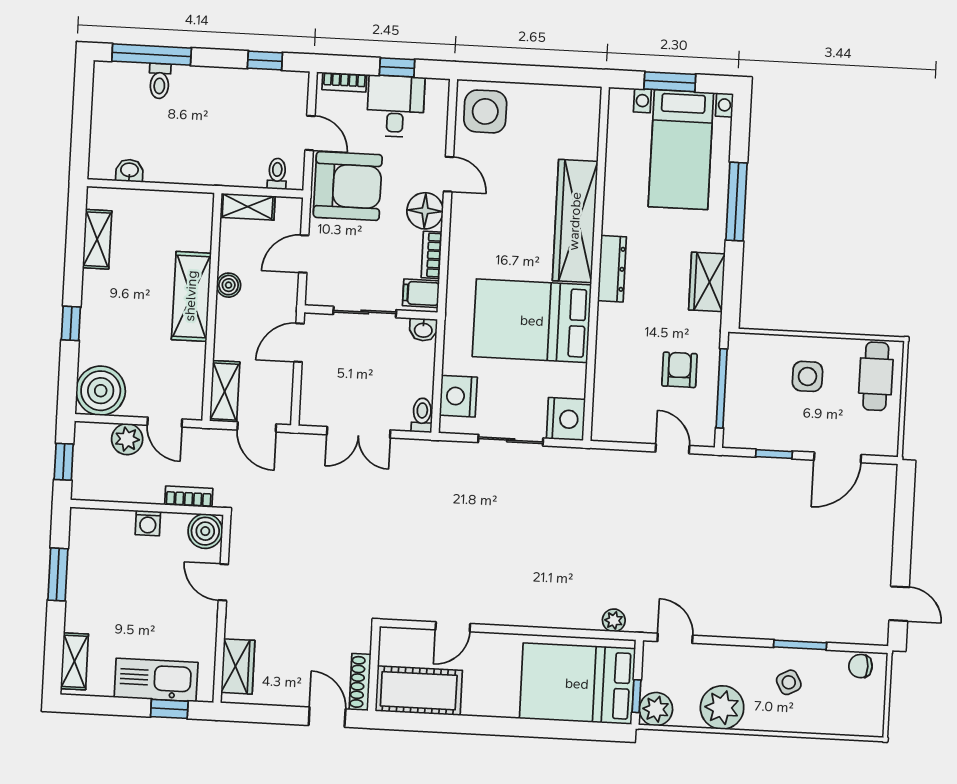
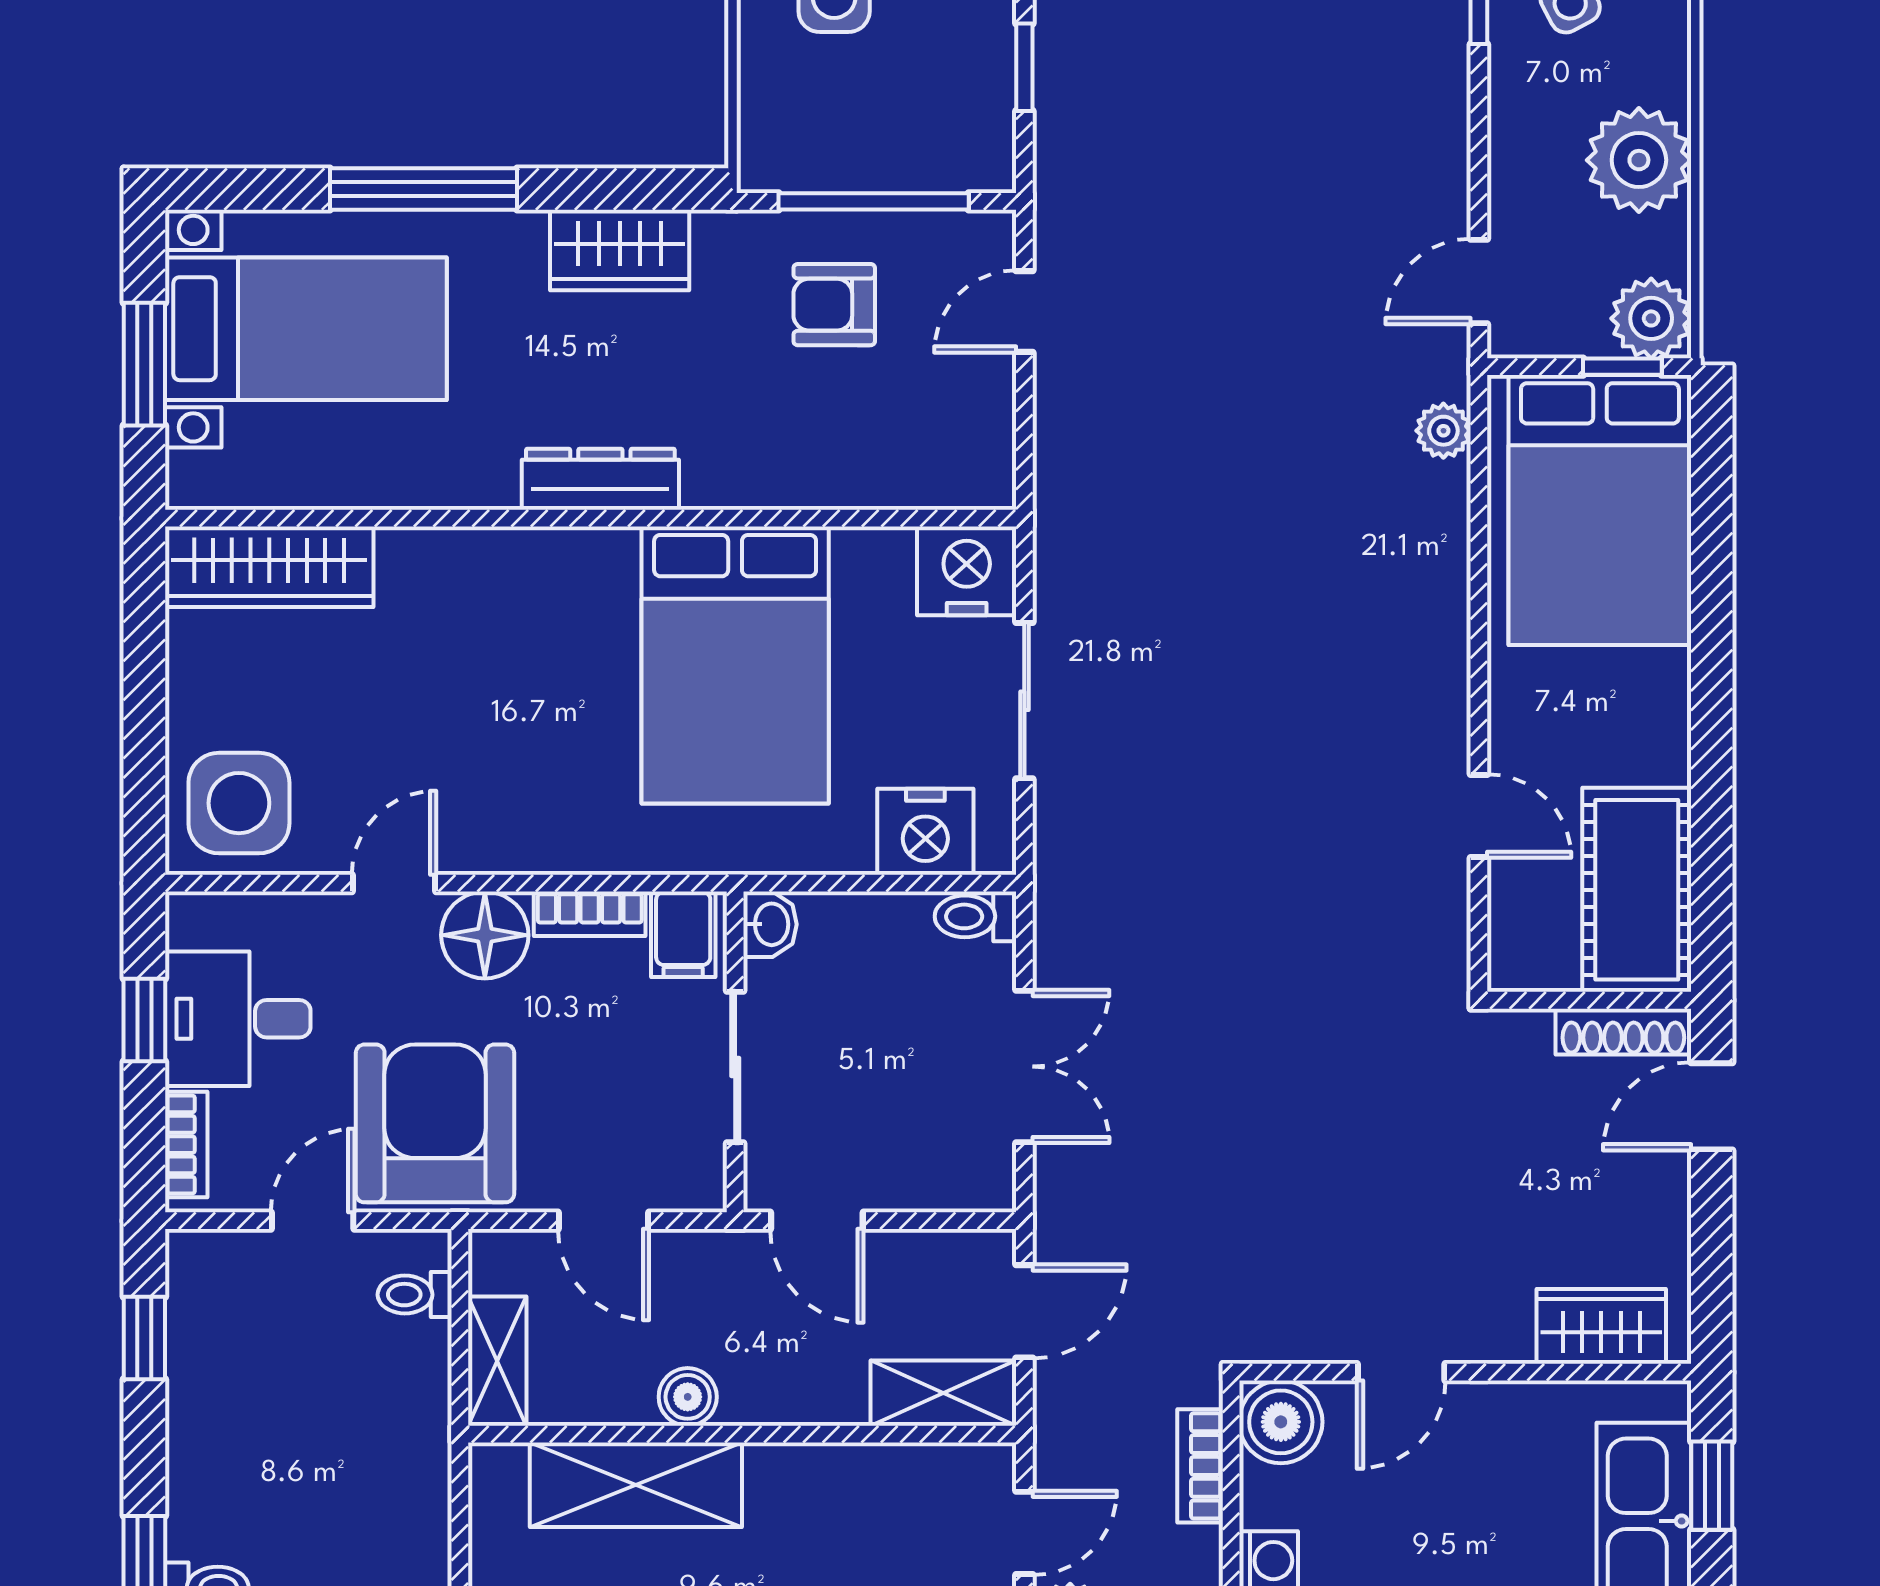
wardrobe: (575, 221) -> (269, 567), moved, width x0.71, depth x0.85
shelving: (191, 296) -> (636, 1485), moved

